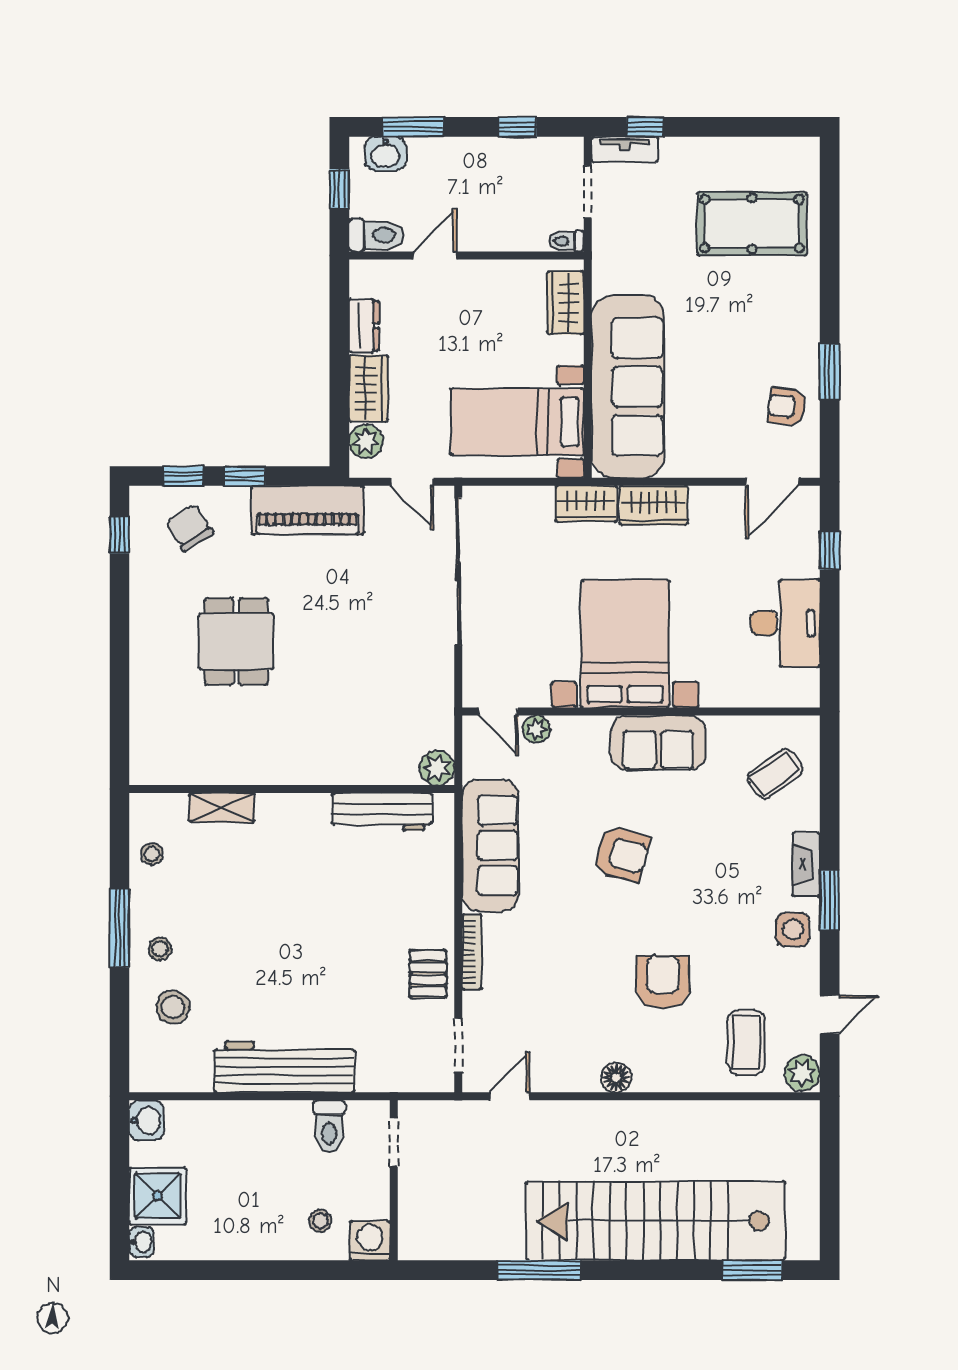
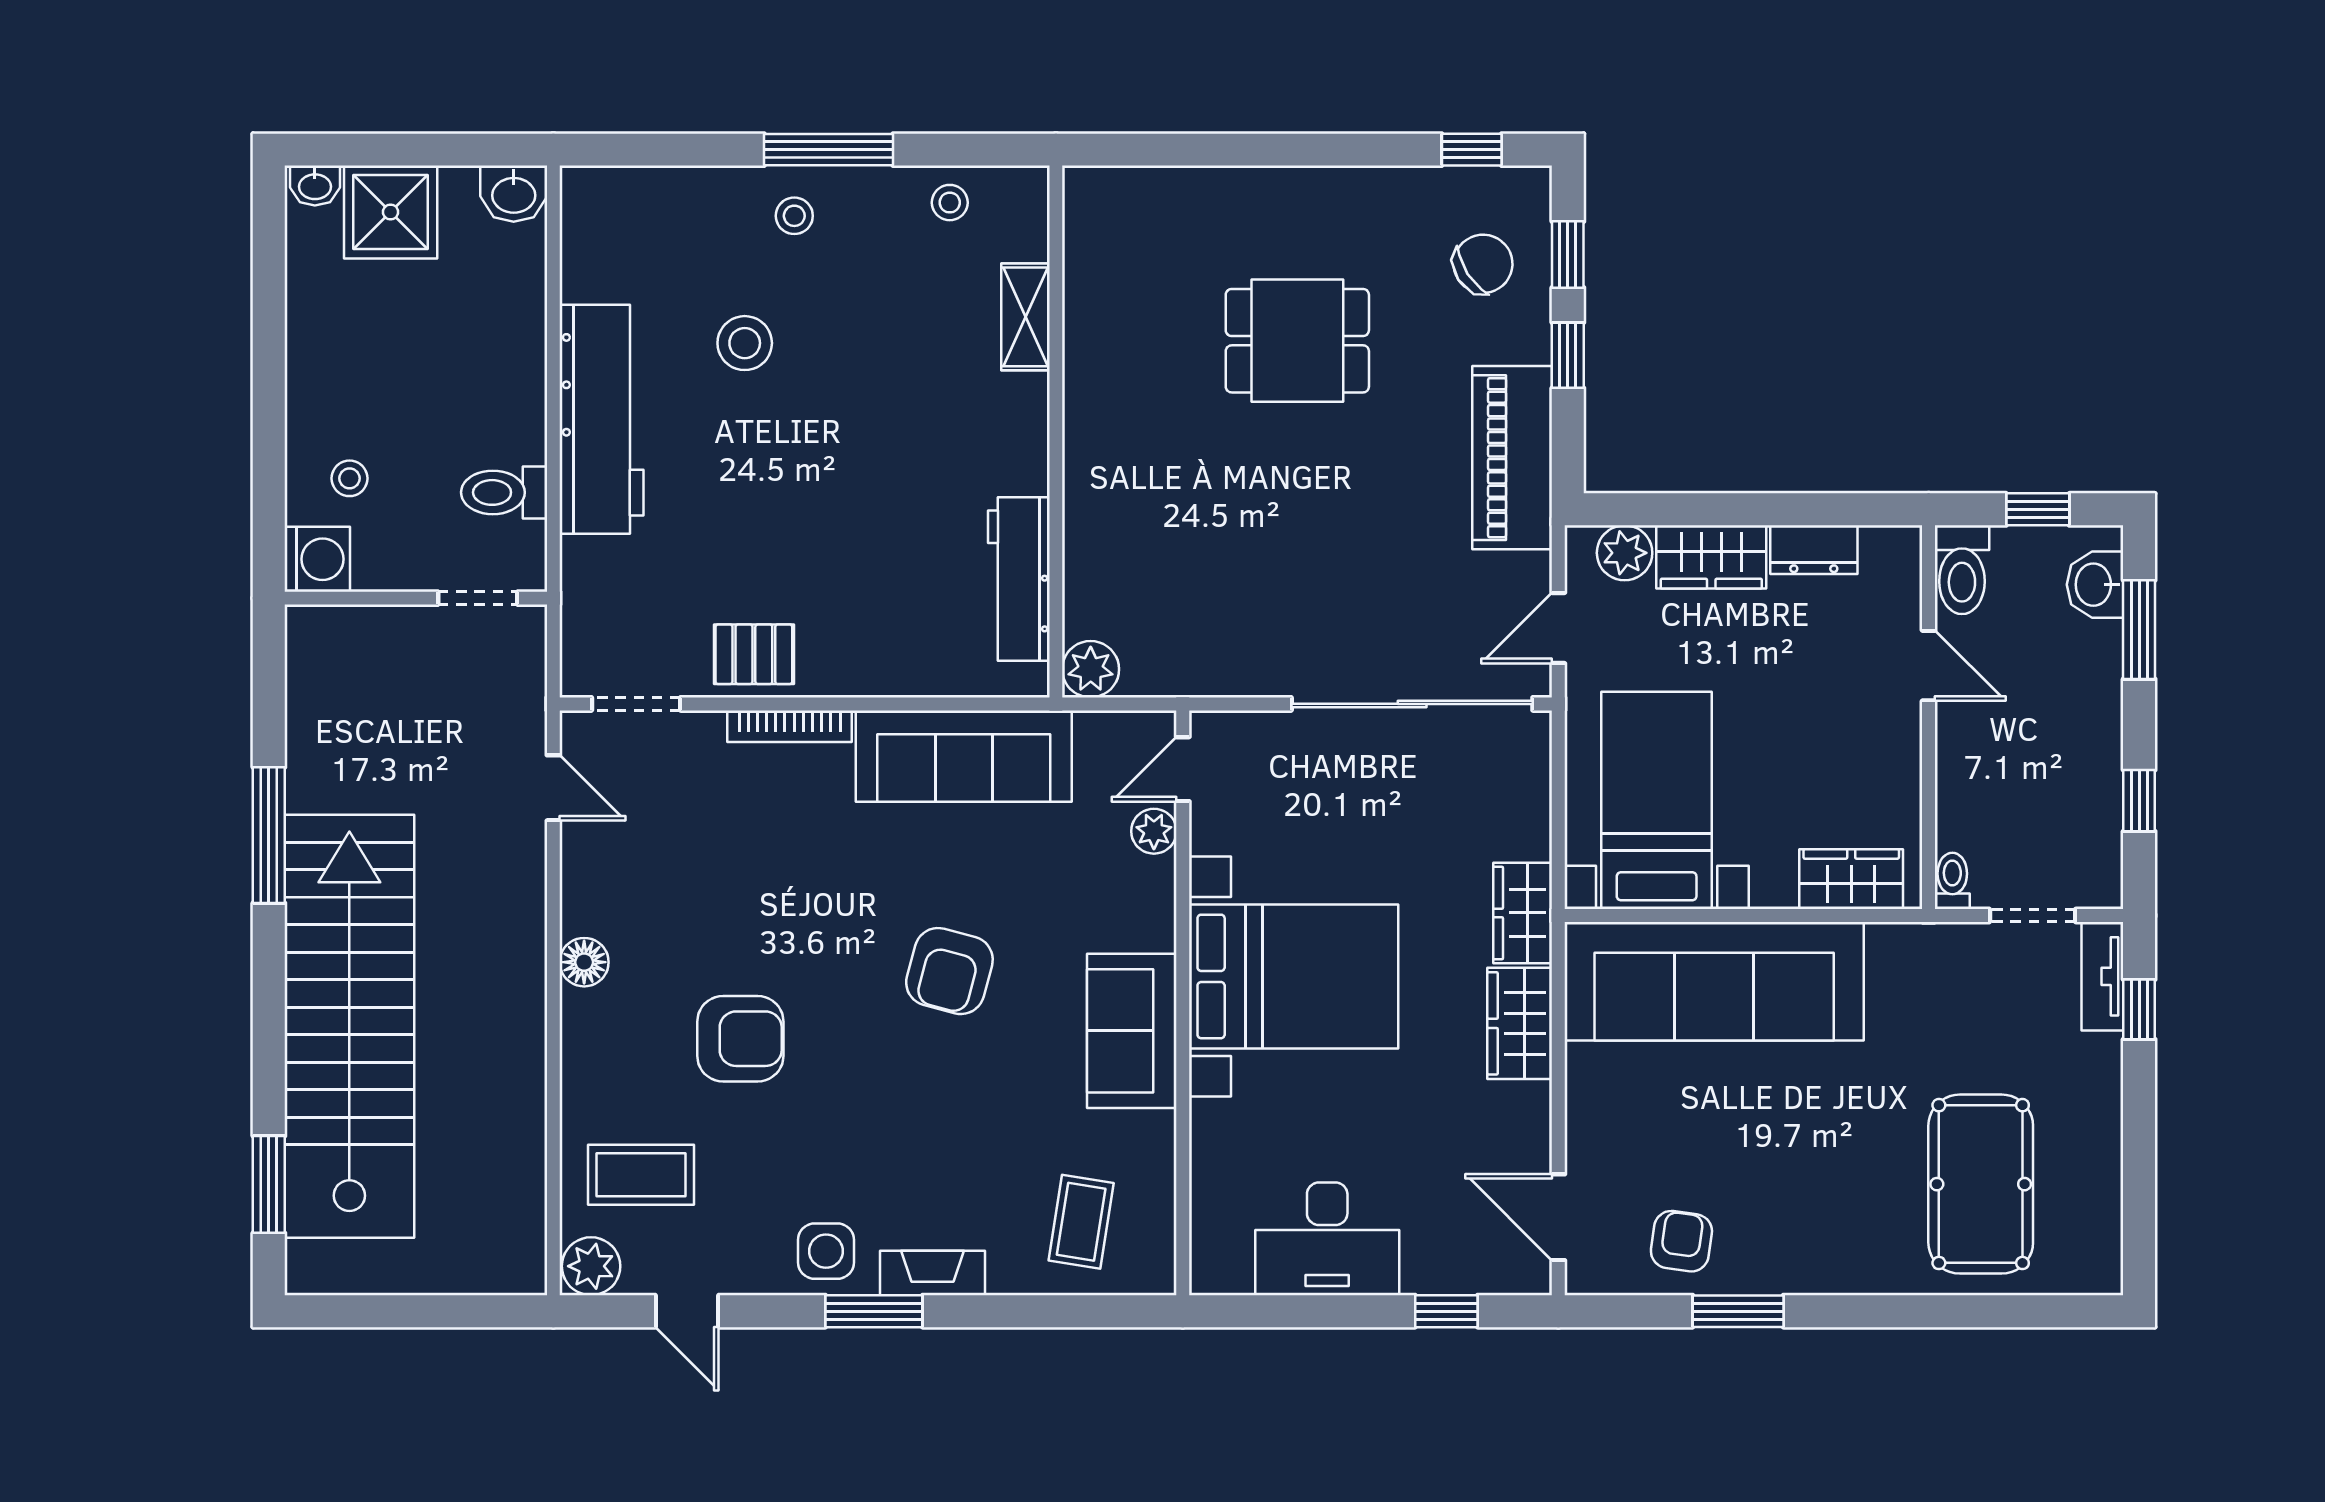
coffee table: (775, 774) -> (1081, 1222), turned 45
stool: (173, 1007) -> (745, 343), moved

